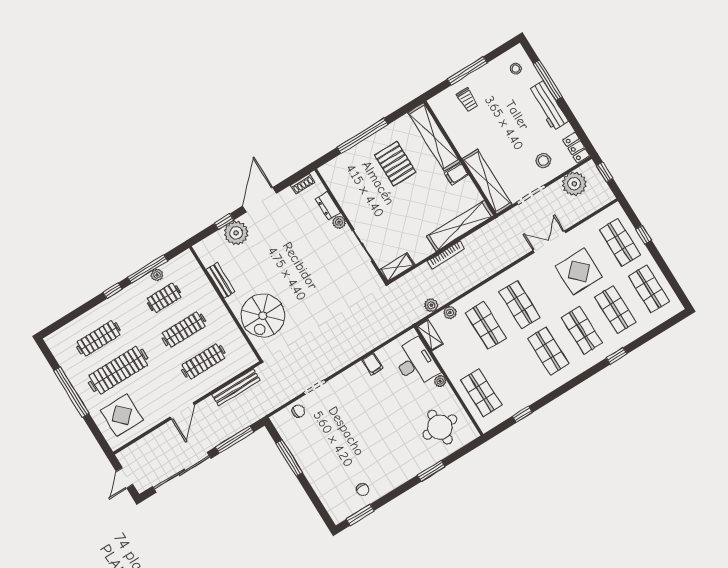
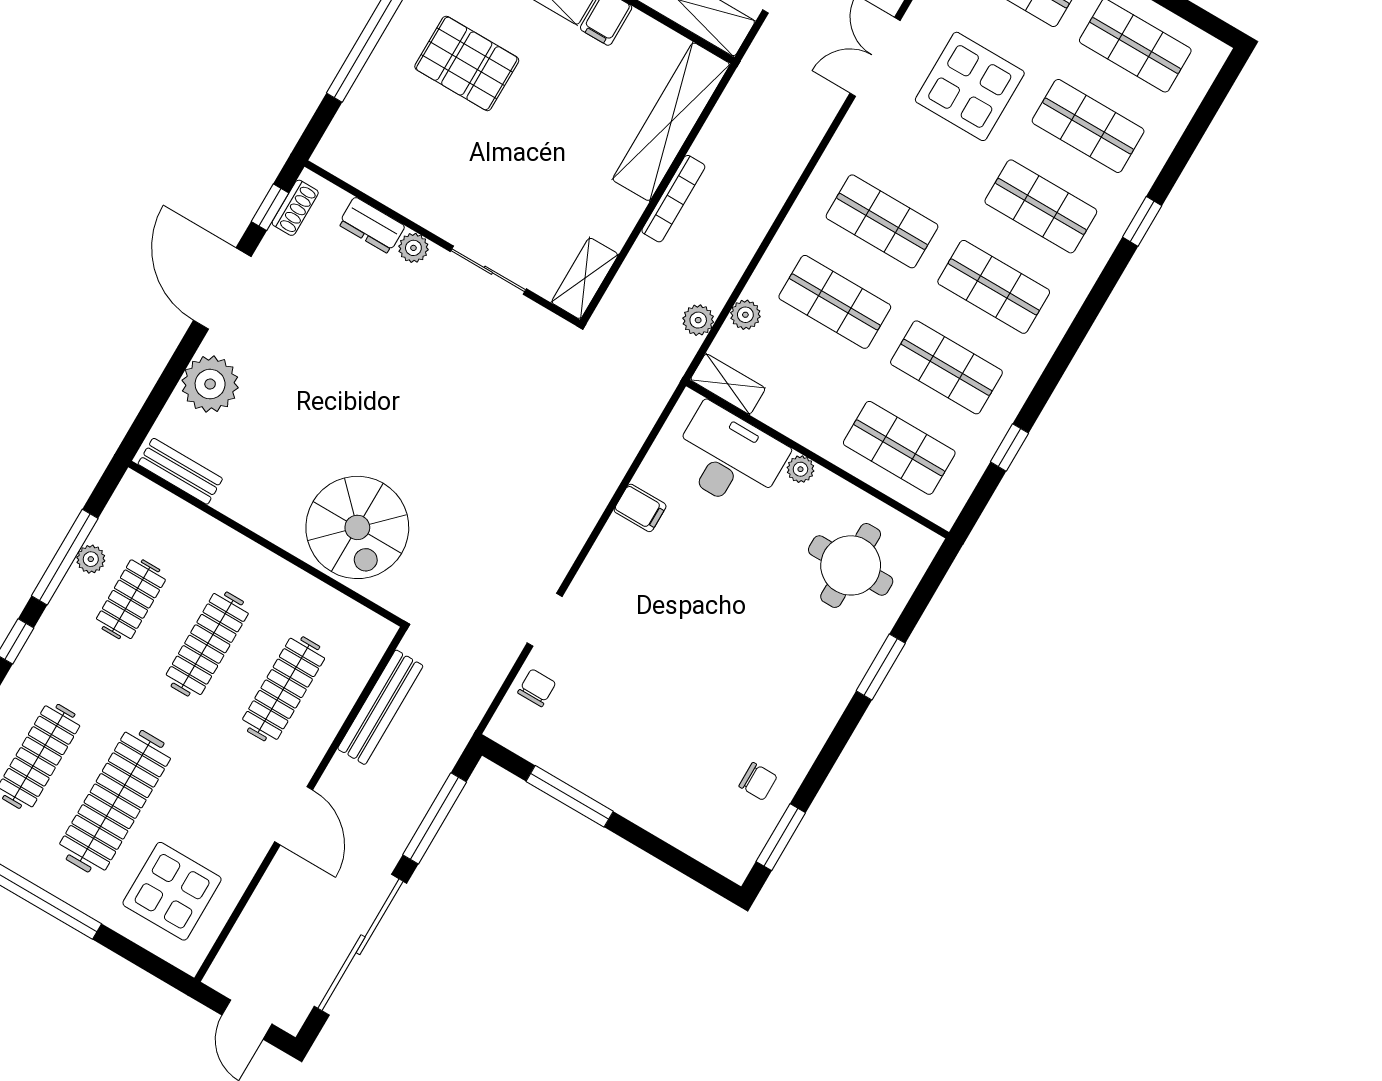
window: (224, 222) -> (270, 207), moved
bench: (221, 280) -> (180, 471), moved
shop shelf: (515, 372) -> (946, 367), added

